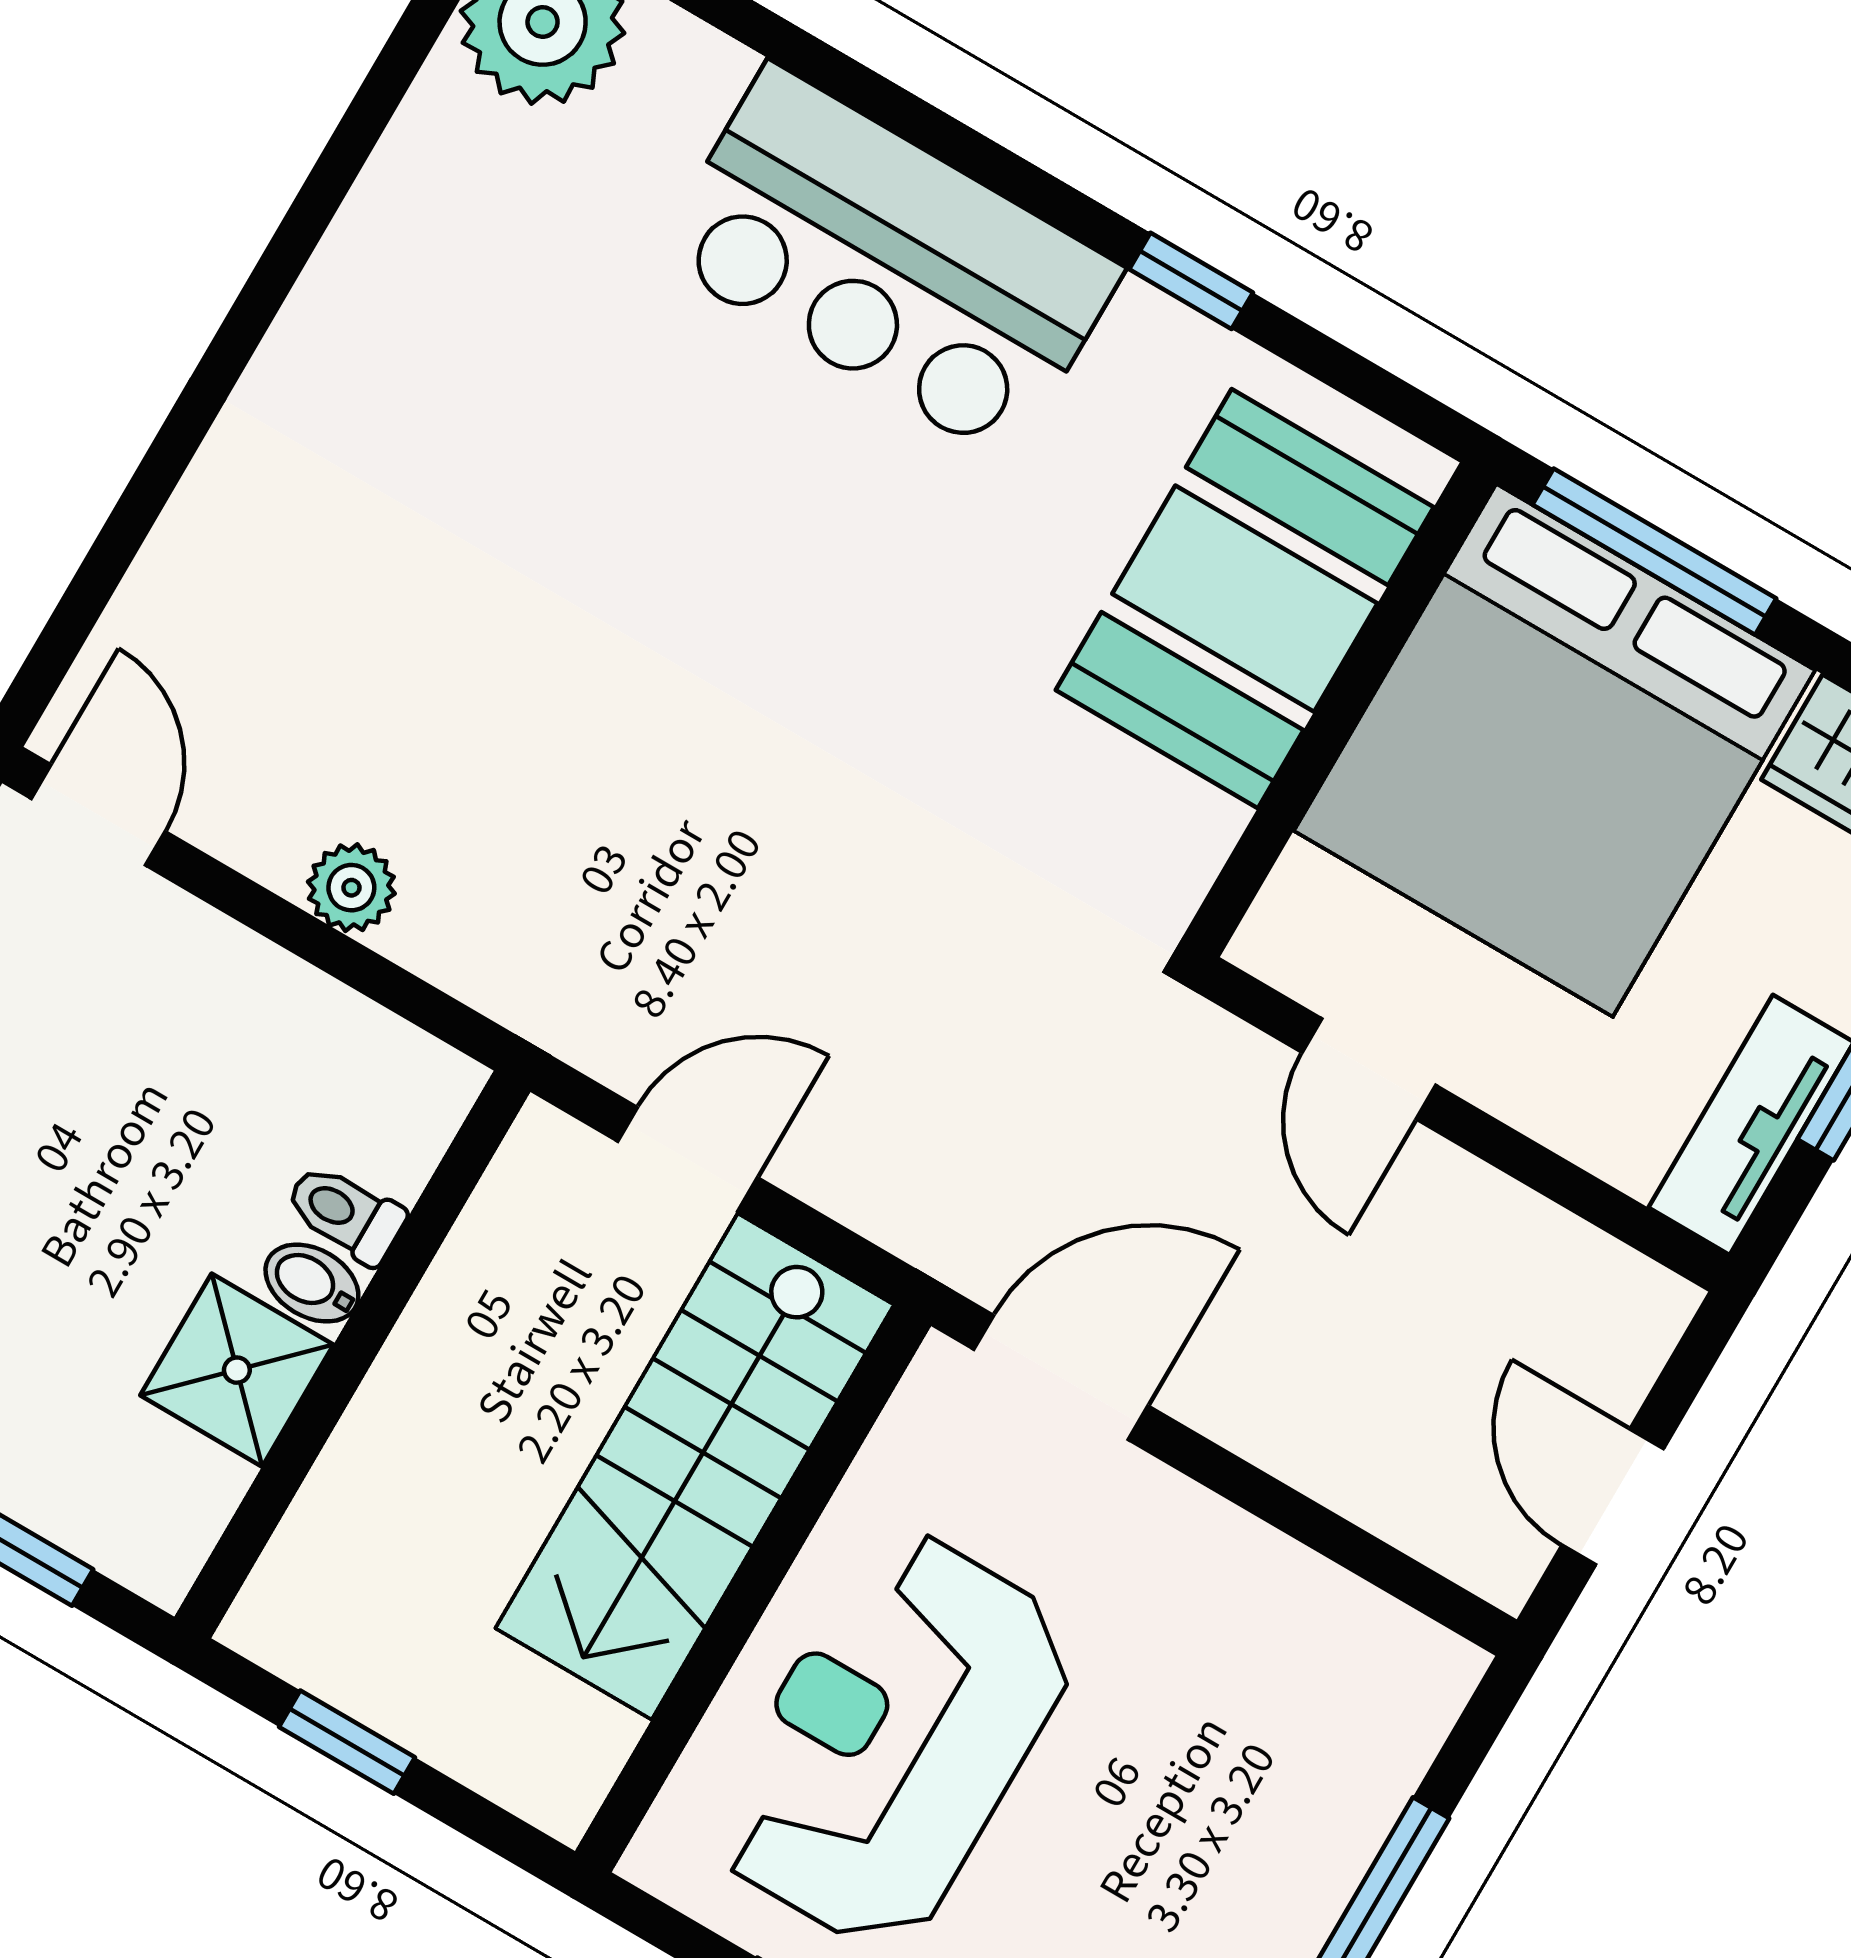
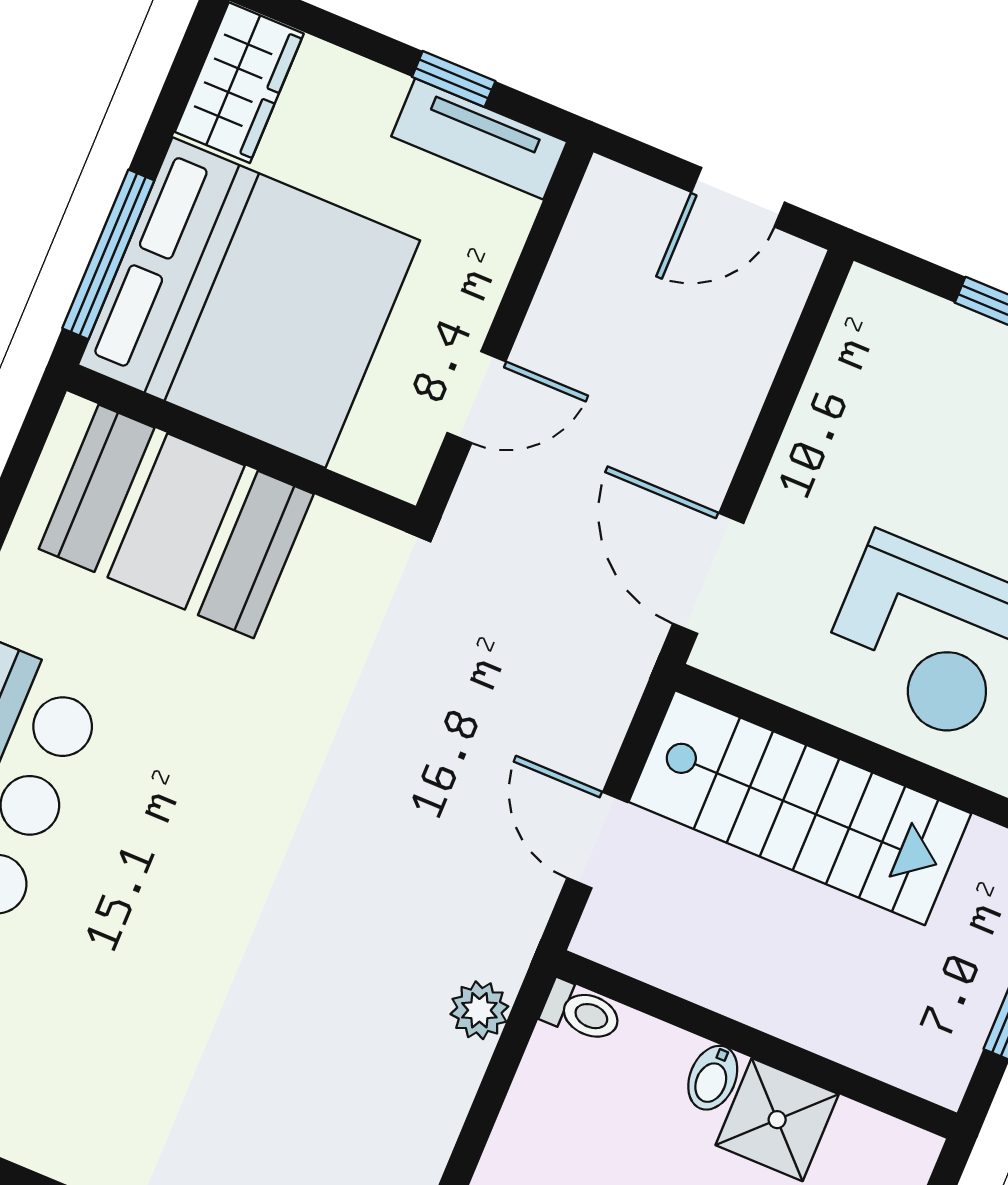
plant: (351, 888) -> (479, 1010), moved
toilet: (345, 1213) -> (582, 1012), moved, turned -90

